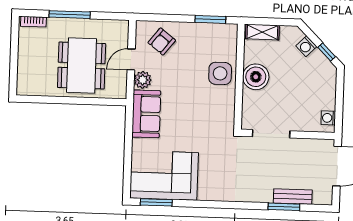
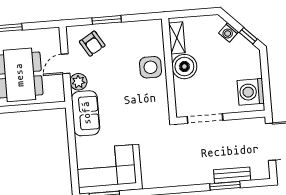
window: (210, 19) -> (107, 20), moved
shelving: (262, 32) -> (177, 38), moved, turned 90
armchair: (162, 41) -> (92, 44), turned -69
washing machine: (328, 118) -> (251, 92), width x1.89, depth x1.89

